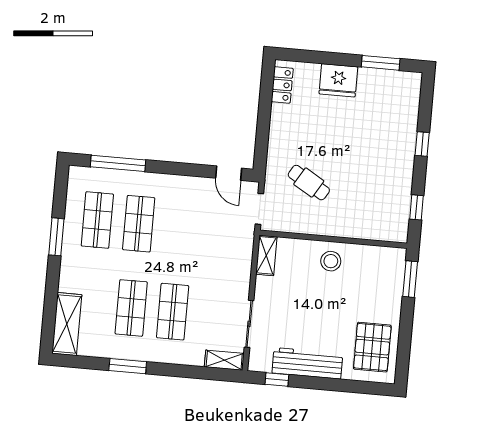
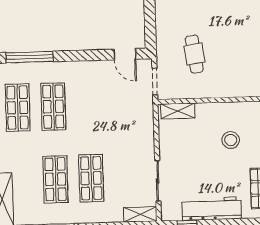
cafe table: (309, 183) -> (194, 54), turned 51
shelving: (266, 255) -> (178, 111), moved, turned 90
stool: (331, 261) -> (231, 140), moved

